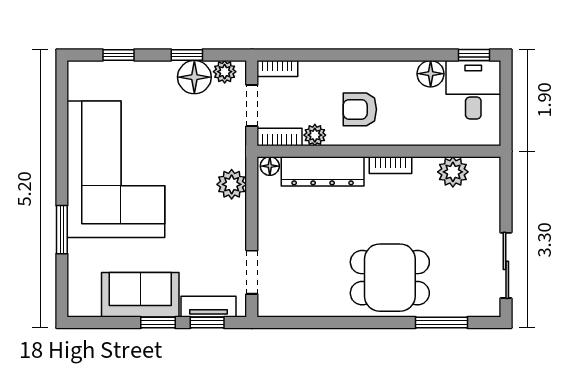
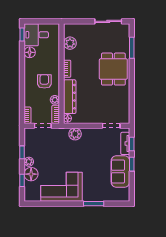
plant: (225, 72) -> (29, 162), moved
floor lamp: (194, 77) -> (31, 174), moved
armchair: (360, 109) -> (44, 81), turned 180
corner sofa: (116, 169) -> (61, 187), width x0.73, depth x0.74

